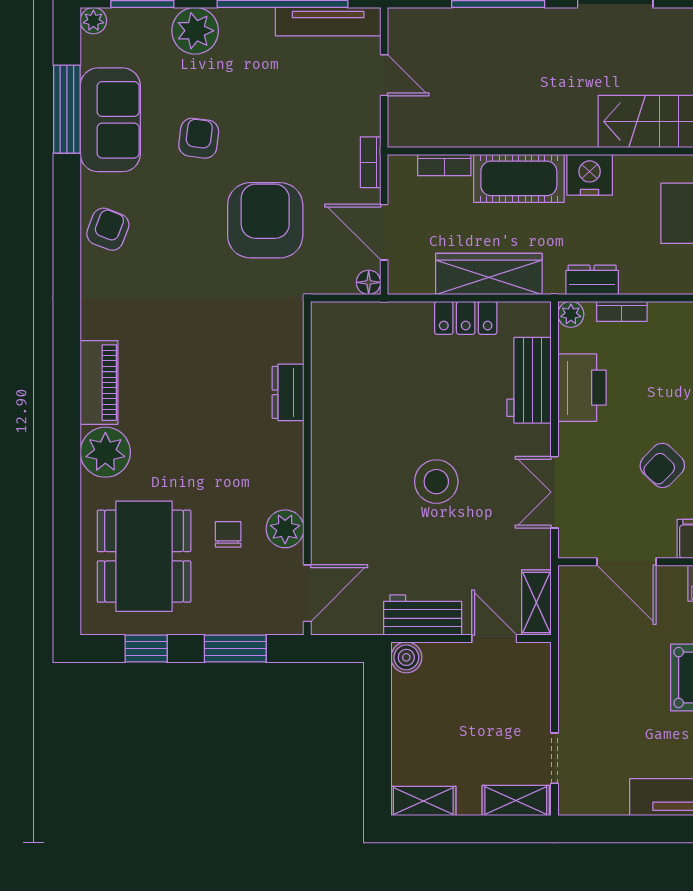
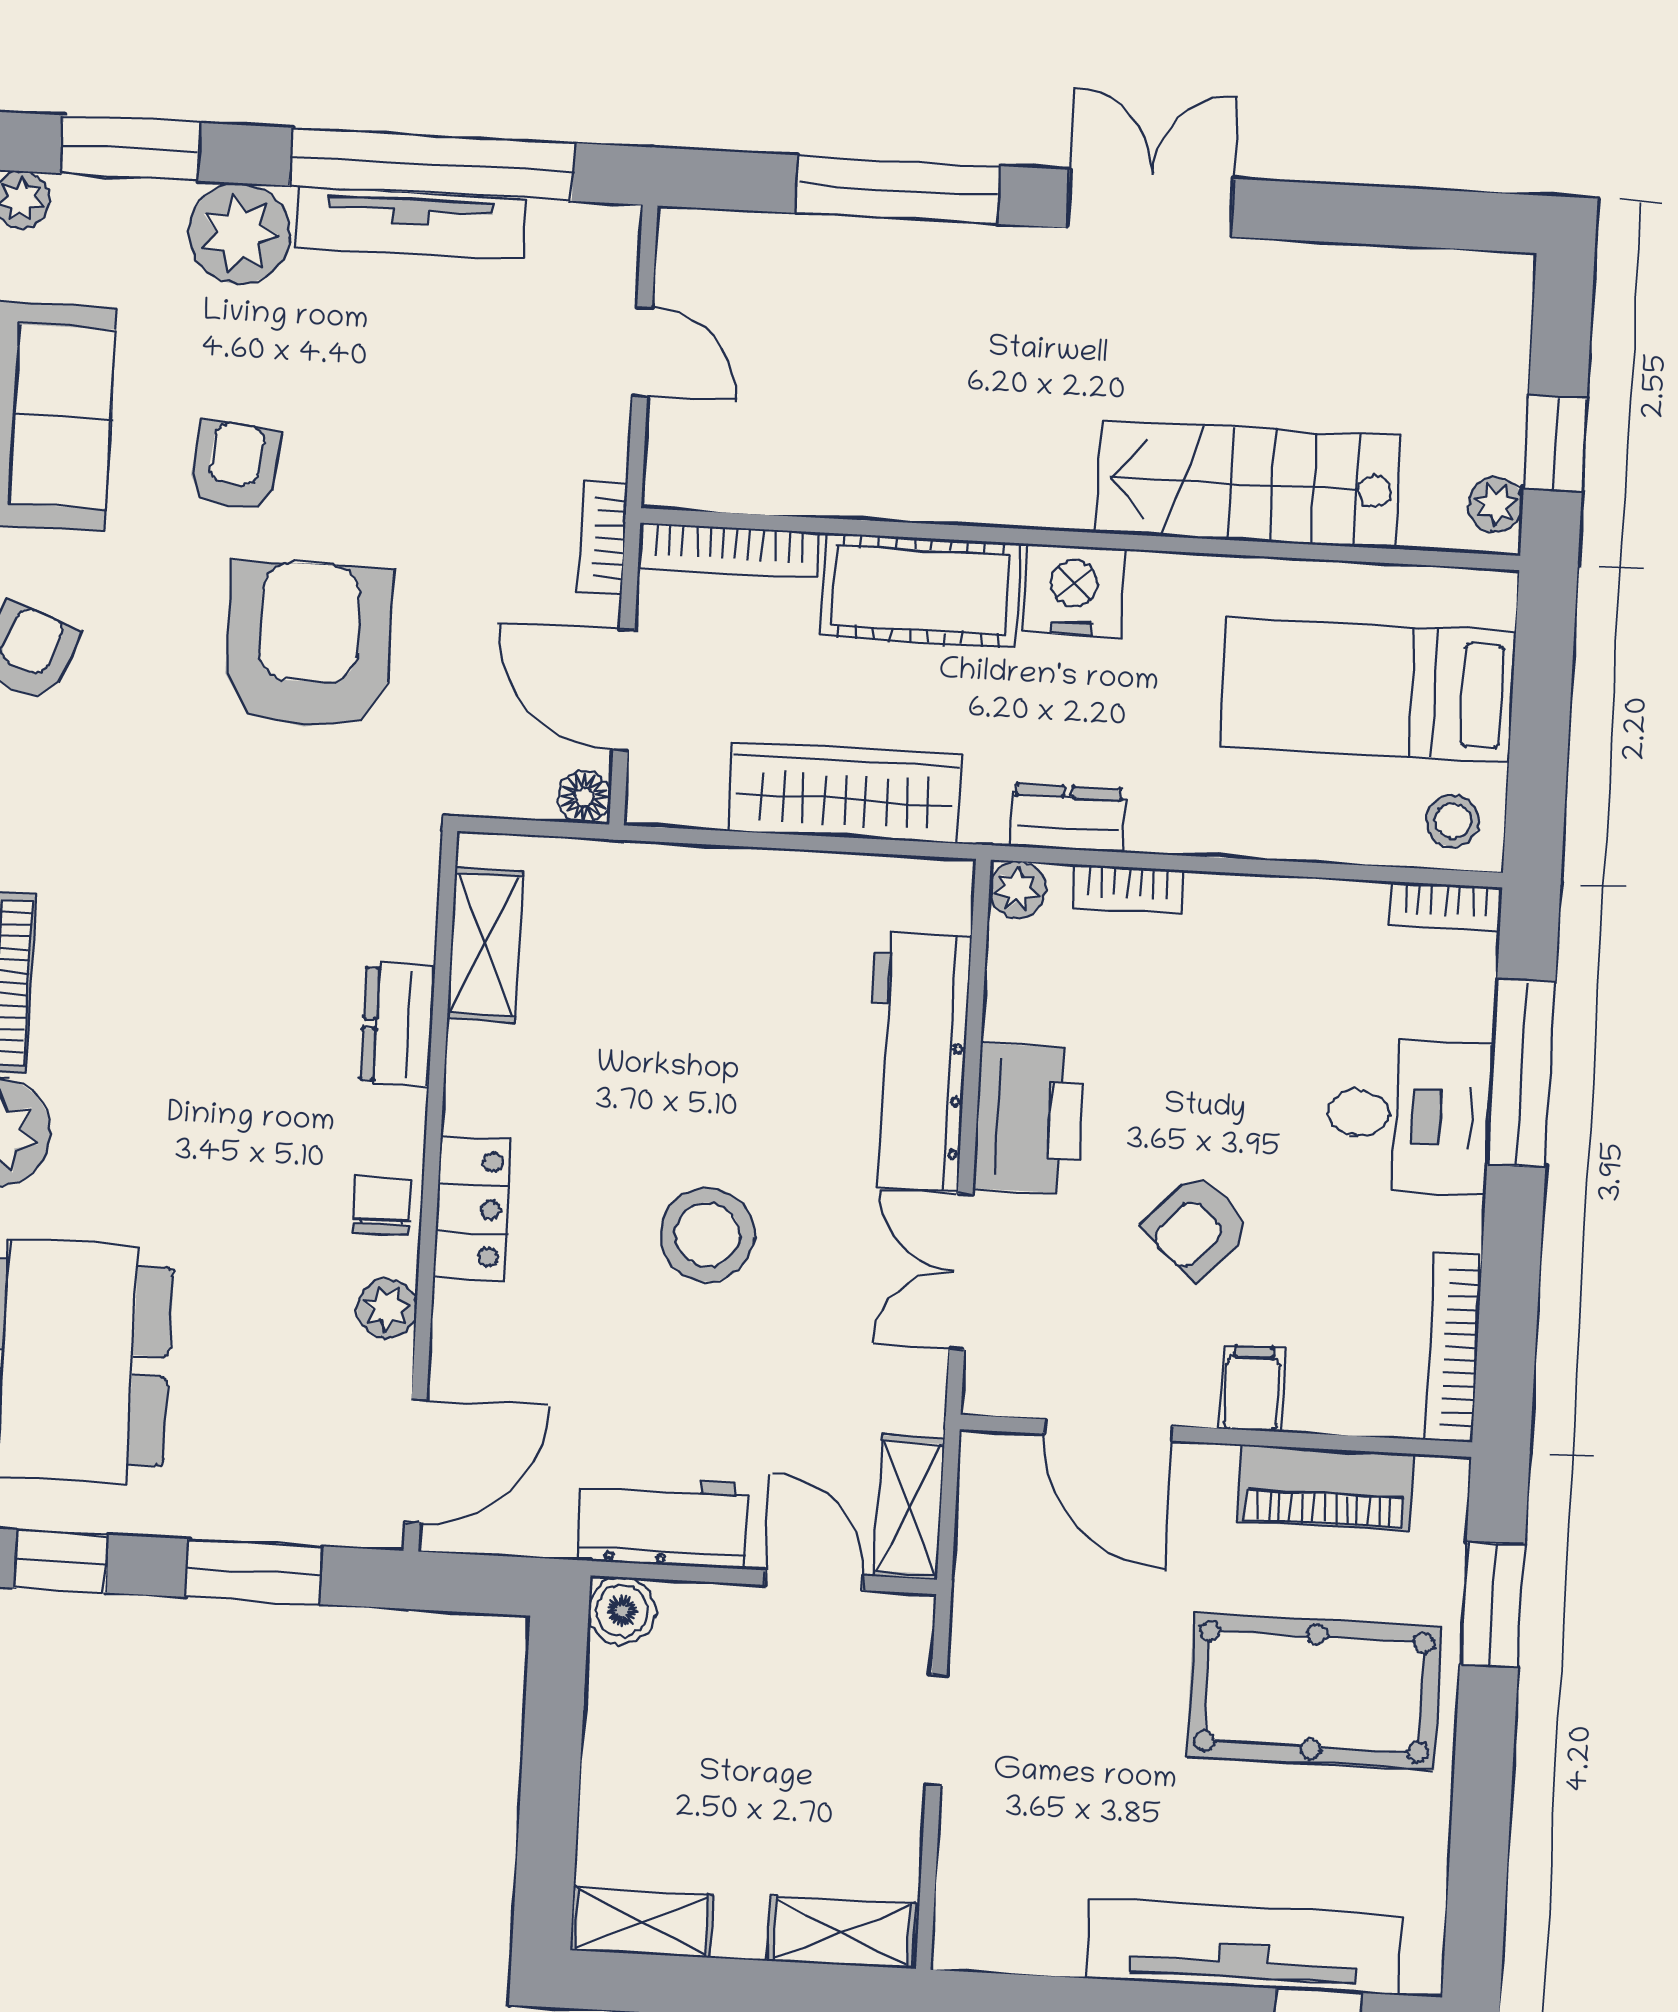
tv unit: (328, 22) -> (410, 223), moved
bookcase: (444, 165) -> (729, 551), width x1.56
armchair: (265, 220) -> (308, 645), moved
locker: (466, 318) -> (473, 1209), moved, turned -90
shelving: (326, 353) -> (485, 945), added
workbench: (529, 380) -> (917, 1062), width x1.38
printer: (582, 388) -> (1029, 1119), moved
plant: (285, 529) -> (387, 1308), width x0.73, depth x0.73
chair: (228, 534) -> (382, 1206), moved
doorway: (554, 758) -> (936, 1730), moved

